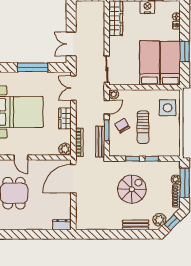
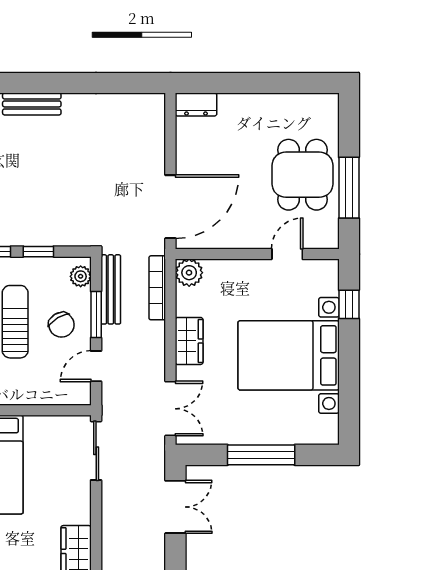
plant: (114, 94) -> (81, 276), moved
door: (21, 157) -> (287, 254), hinge flipped
spiral stairs: (132, 189) -> (40, 183), removed

